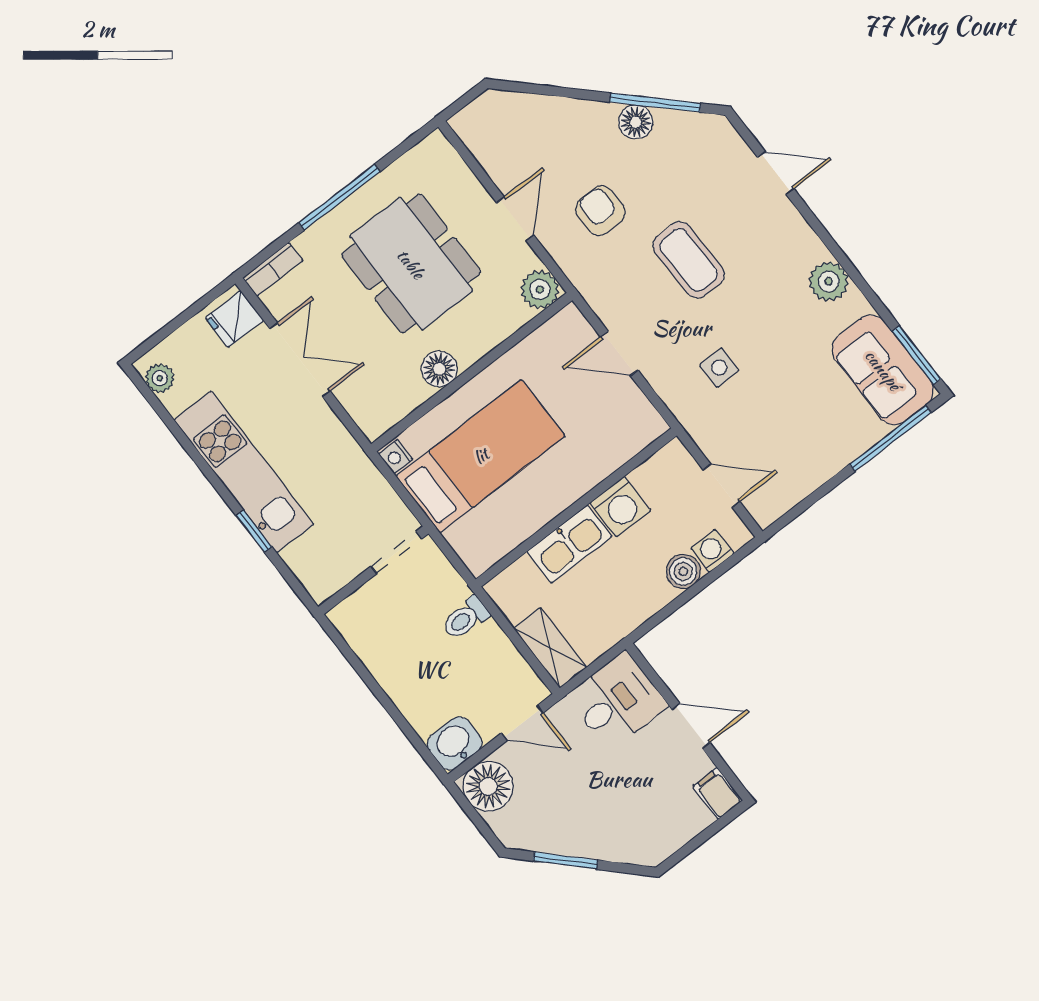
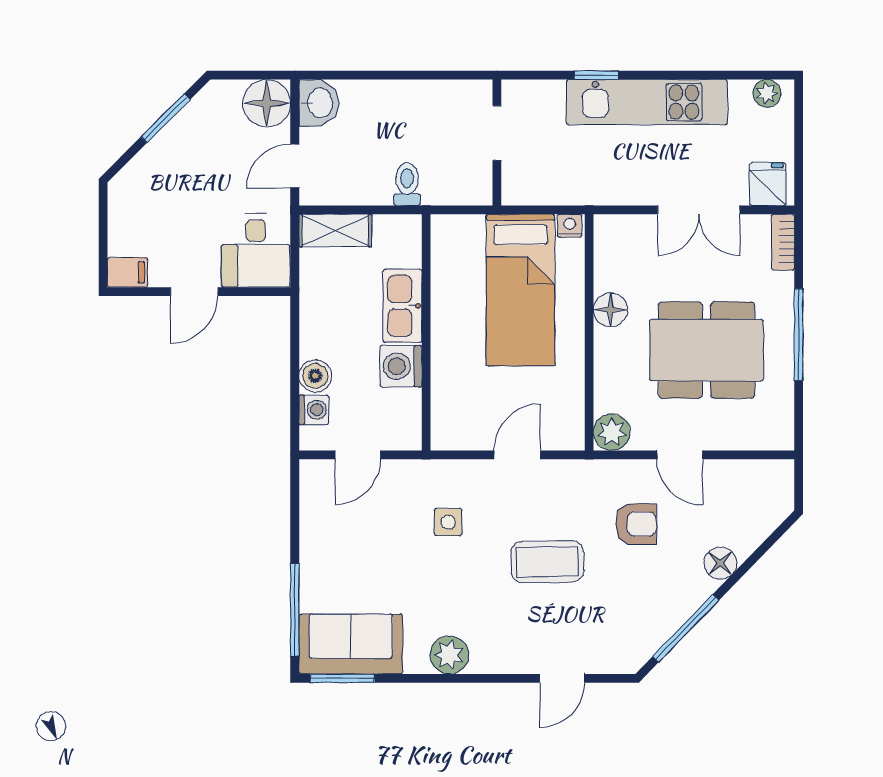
floor lamp: (636, 122) -> (720, 563), moved
doorway: (396, 552) -> (497, 133), moved

